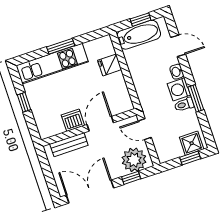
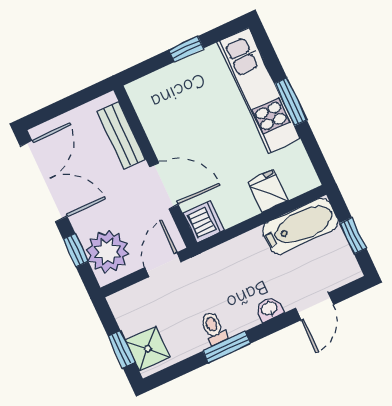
bathtub: (139, 35) -> (300, 226), moved, turned -90
washing machine: (179, 89) -> (239, 316), removed
dishwasher: (73, 120) -> (203, 222), moved

